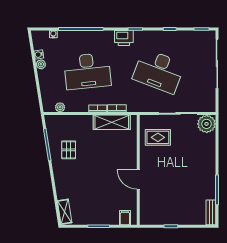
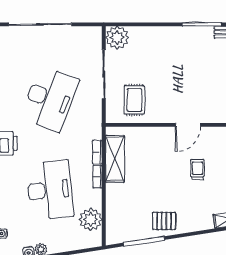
plant: (60, 107) -> (91, 220), width x1.87, depth x1.87
pallet: (69, 150) -> (164, 221), moved
trolley: (103, 187) -> (197, 170), added

